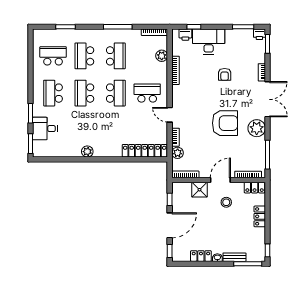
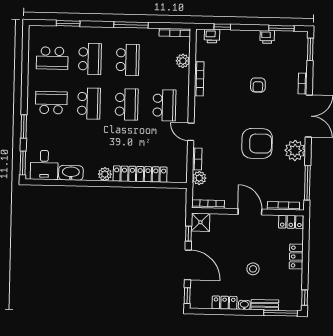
printer: (259, 34) -> (267, 37), moved
desk: (209, 42) -> (240, 45), removed
school desk: (53, 56) -> (52, 58), turned 180
school desk: (84, 56) -> (90, 59), turned 180
school desk: (53, 93) -> (51, 103), turned 90
school desk: (84, 93) -> (89, 104), turned 180
school desk: (147, 93) -> (164, 105), turned 90
desk: (45, 129) -> (44, 165), moved, turned -90
washbasin: (71, 151) -> (71, 173), added
locker: (145, 151) -> (140, 174), moved
plant: (87, 152) -> (105, 174), moved
door: (220, 180) -> (250, 212), hinge flipped
shower: (199, 190) -> (200, 222), moved
stool: (226, 202) -> (253, 269), moved
door: (170, 225) -> (188, 265), hinge flipped

